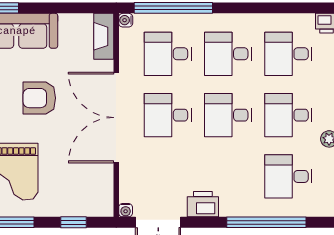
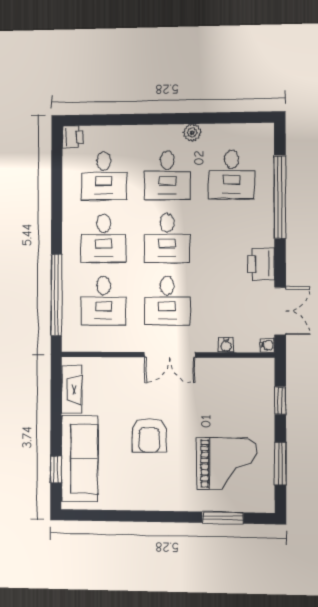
water cooler: (126, 20) -> (226, 345), moved
fireplace: (104, 36) -> (72, 390), moved, turned -90
double door: (116, 118) -> (170, 355), width x0.54

